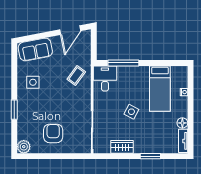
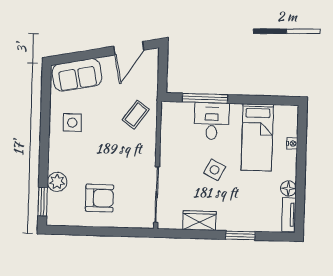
desk: (105, 78) -> (212, 121), moved
window: (14, 110) -> (43, 202), moved
armchair: (53, 133) -> (99, 198), turned 90
plant: (24, 147) -> (57, 182), moved

